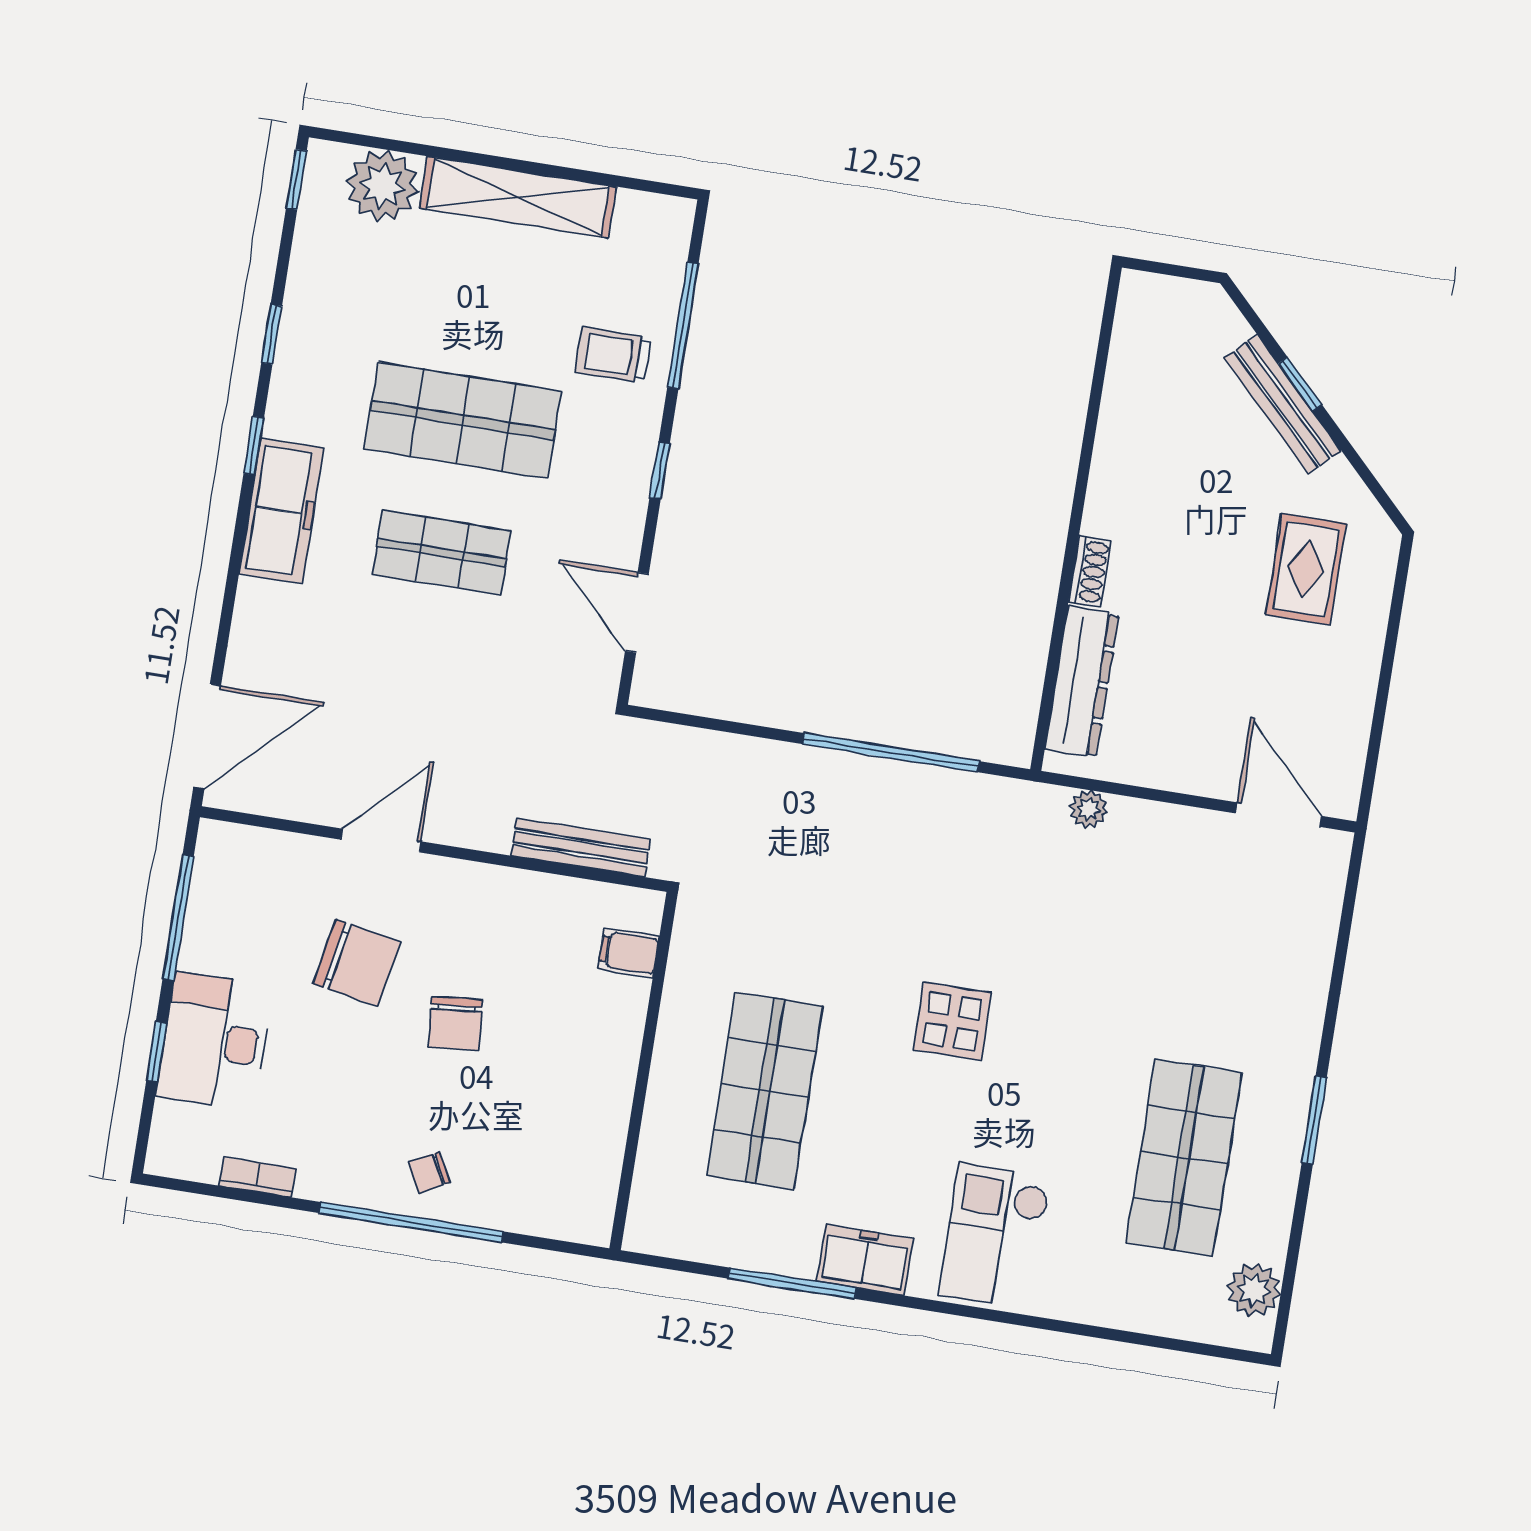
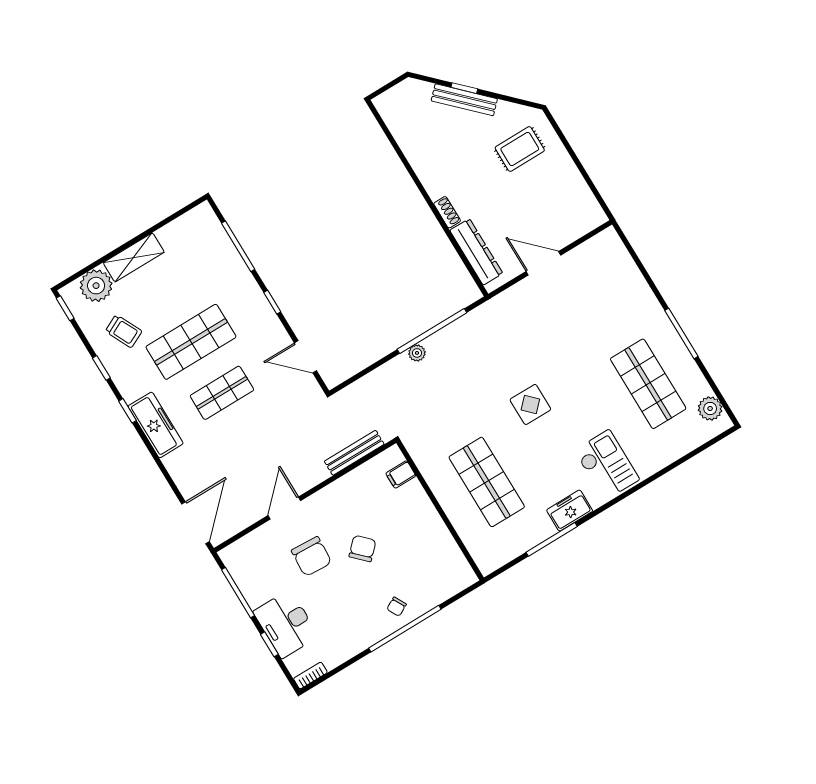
shelving: (518, 197) -> (134, 257), width x0.68
trolley: (613, 355) -> (124, 331), moved, turned -116
rug: (1306, 569) -> (520, 149), turned 90
plant: (1089, 809) -> (417, 353), moved
door: (1279, 815) -> (543, 263), moved
chair: (357, 963) -> (311, 556), turned 83
chair: (455, 1023) -> (362, 549), turned -130
window: (1314, 1120) -> (681, 333), width x1.44
bookcase: (257, 1177) -> (310, 676), moved
checkout: (995, 1236) -> (607, 465), turned 180

